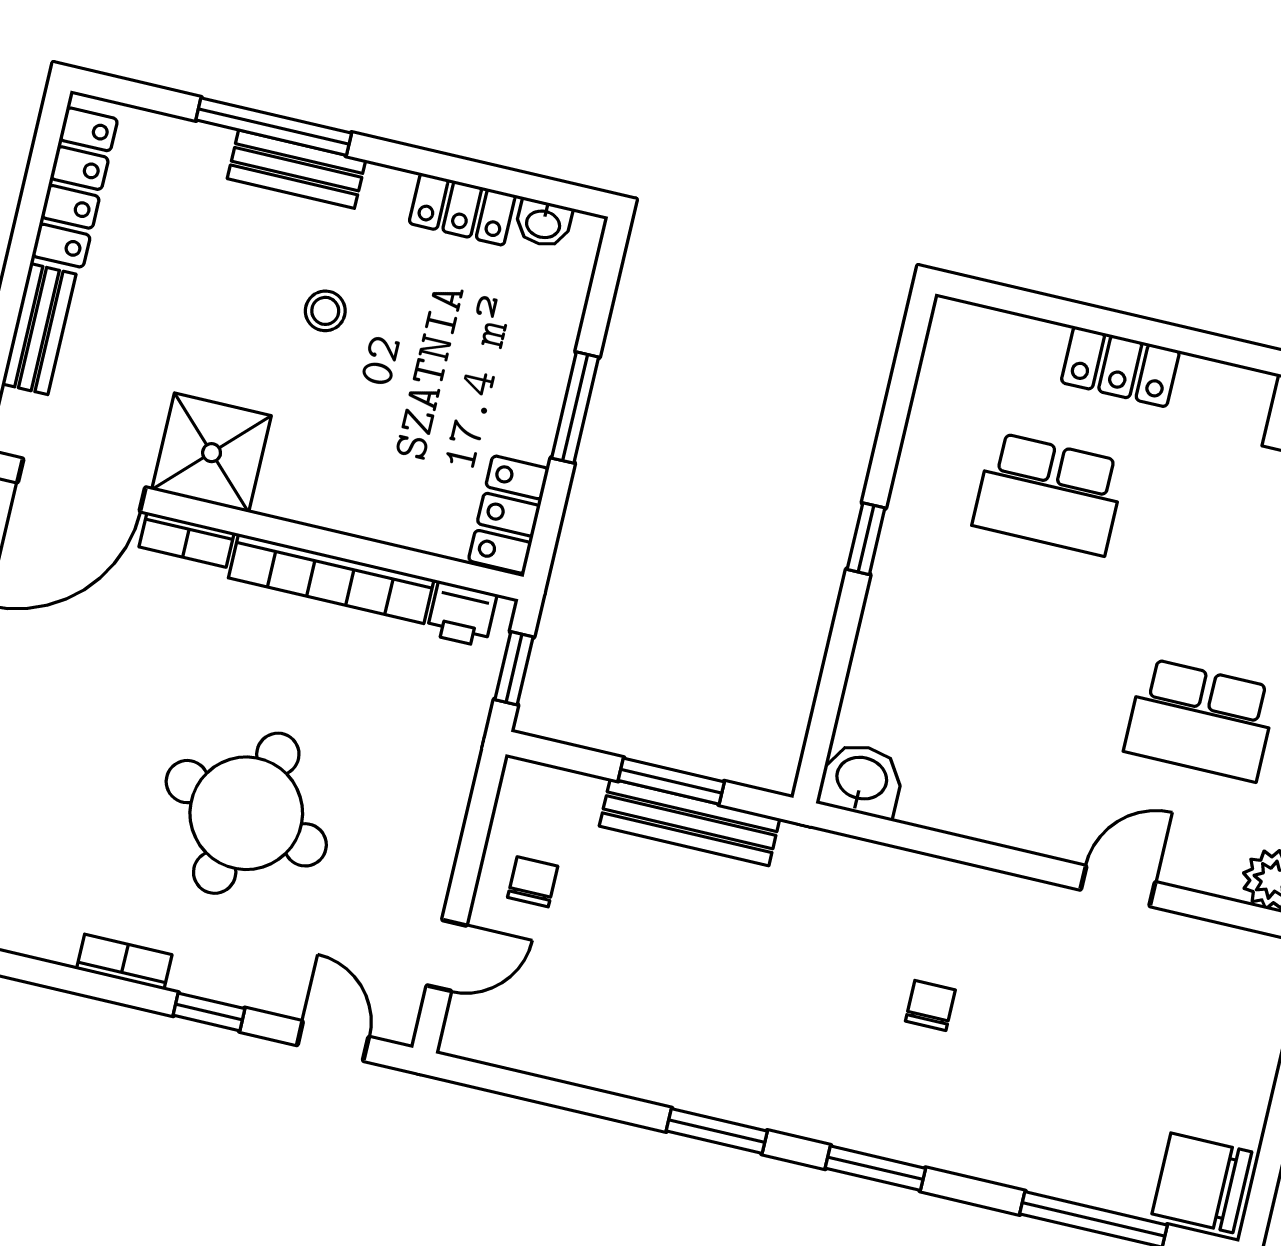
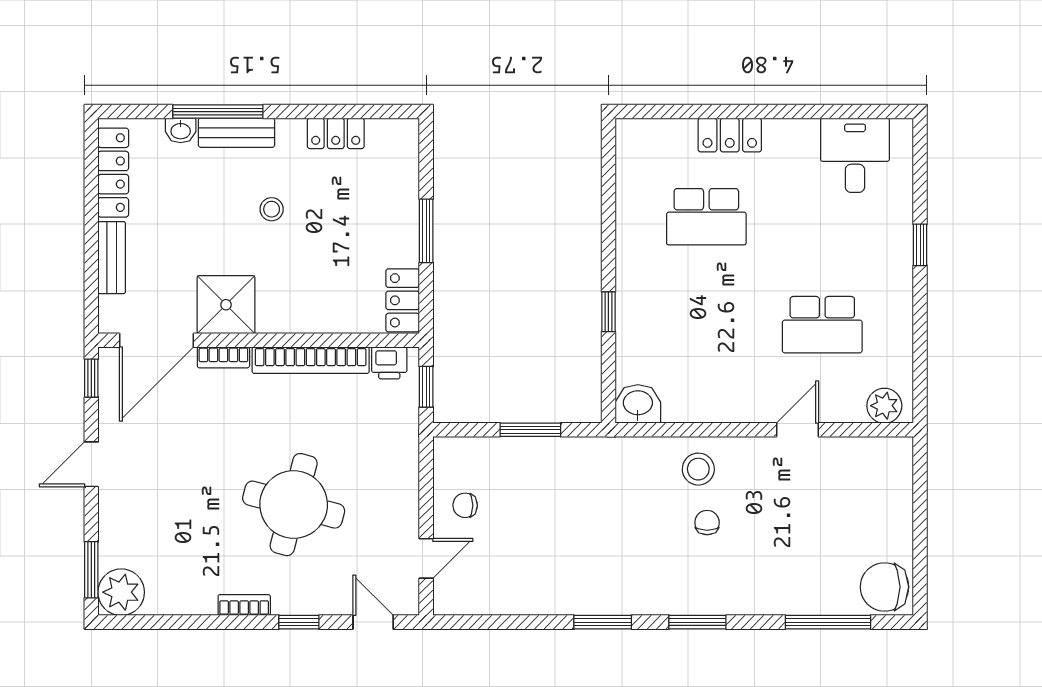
washbasin: (543, 223) -> (181, 130), moved
window: (866, 539) -> (608, 312), moved
bench: (690, 822) -> (546, 451), removed
chair: (533, 882) -> (465, 505), turned -90
stool: (937, 913) -> (698, 469), added

